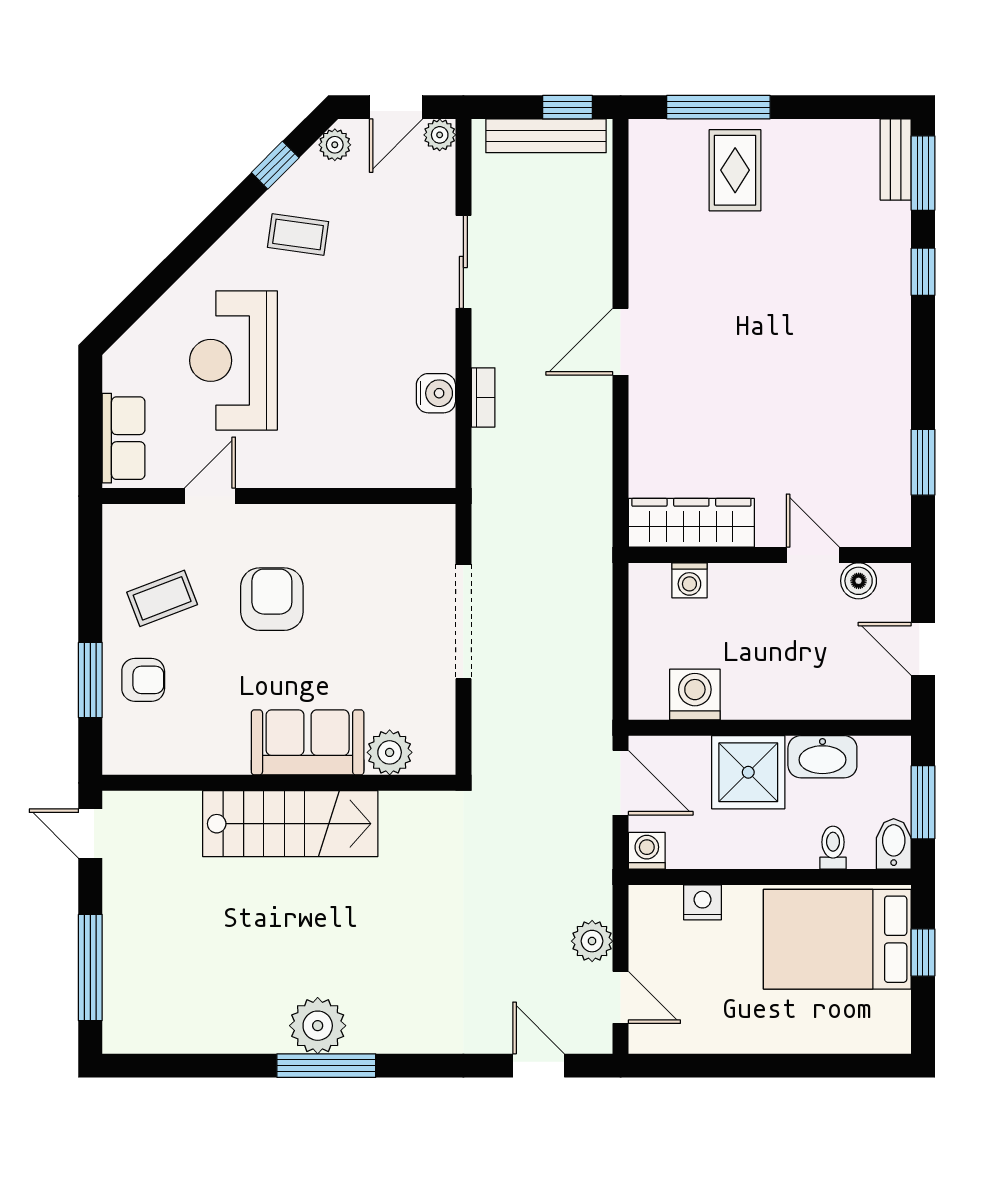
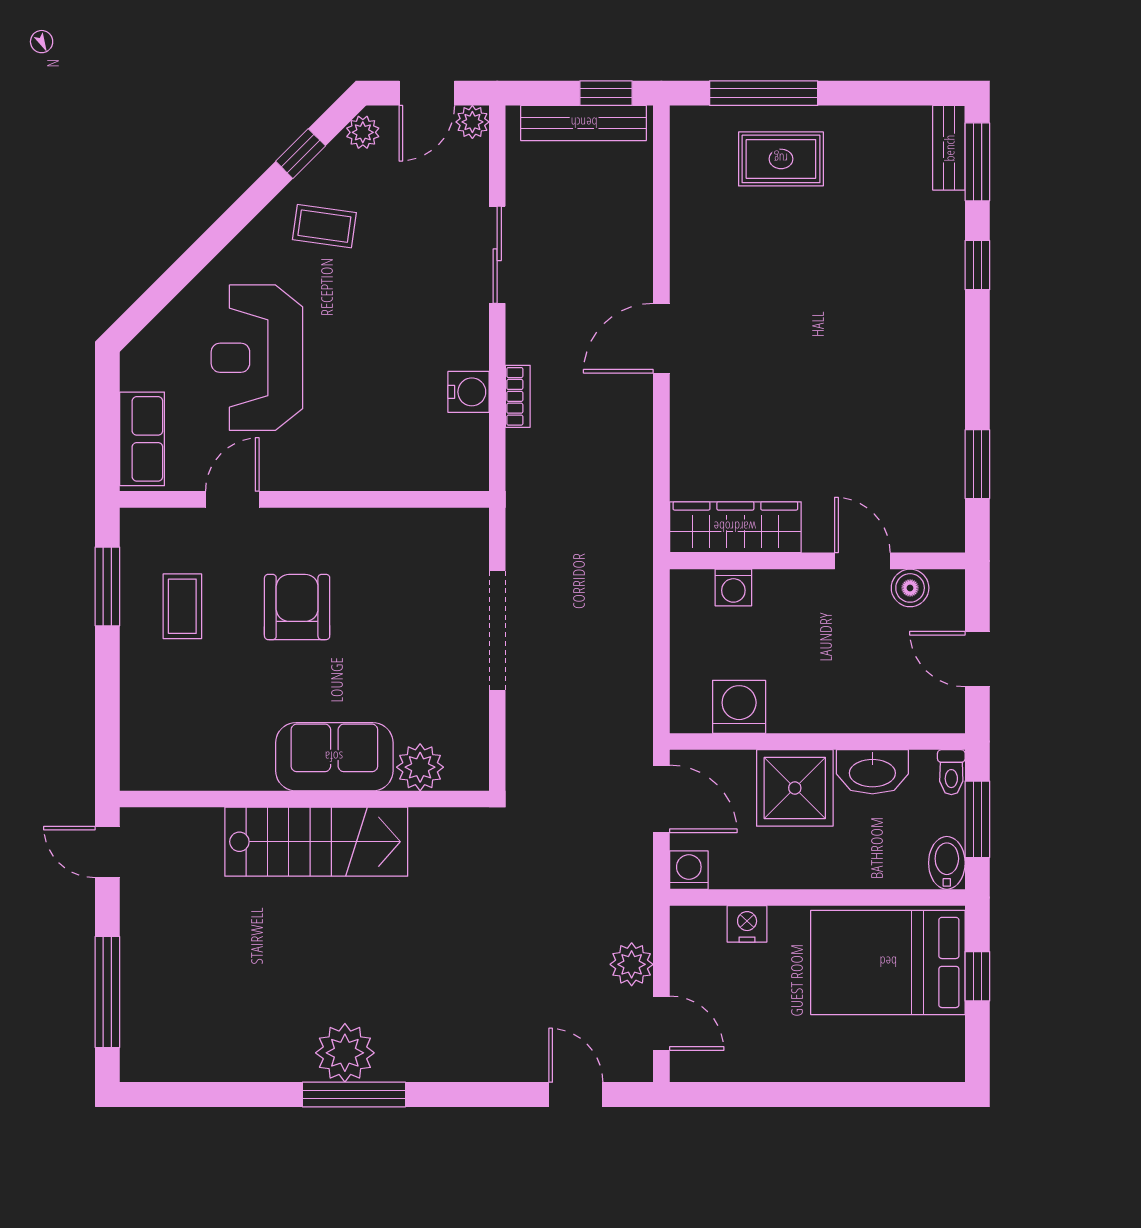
rug: (735, 170) -> (781, 159), turned 90
coffee table: (162, 598) -> (182, 606), turned -69
window: (90, 680) -> (107, 586), moved
armchair: (143, 680) -> (163, 691), removed
toilet: (833, 848) -> (951, 772), moved, turned 180

